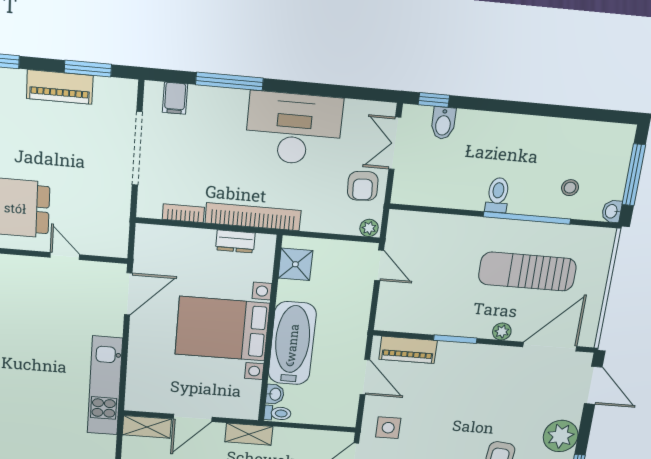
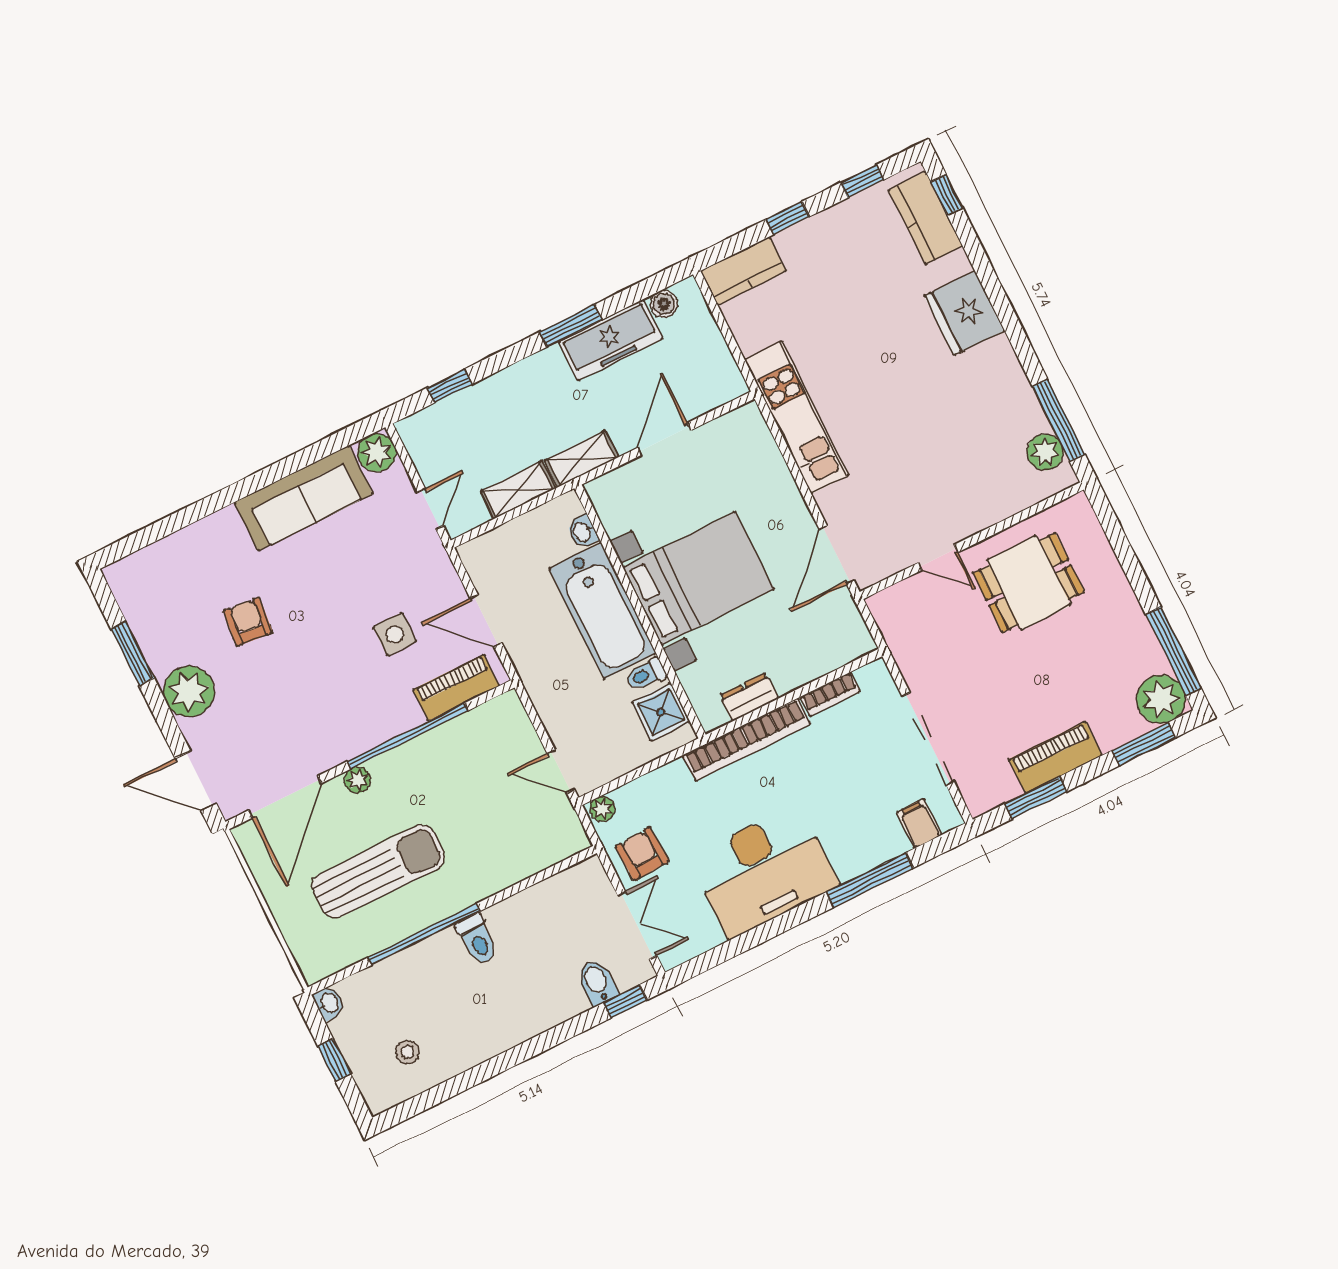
window: (634, 175) -> (334, 1060), width x0.46
stool: (570, 188) -> (407, 1052), moved
window: (455, 339) -> (408, 736), width x2.11
toilet: (278, 413) -> (646, 675), moved
shelving: (147, 427) -> (518, 490), moved
side table: (388, 428) -> (395, 634), moved

